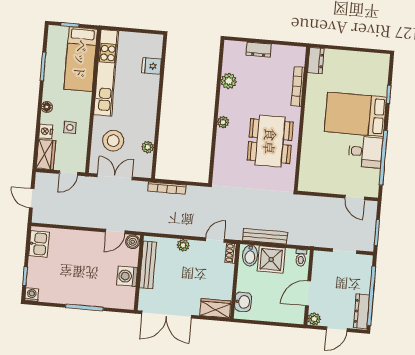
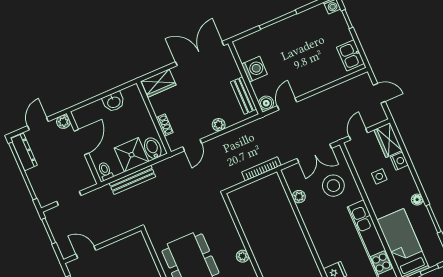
floor lamp: (47, 107) -> (417, 200), moved
bench: (265, 236) -> (132, 180), moved
shoe rack: (231, 253) -> (165, 125), moved
bench: (148, 265) -> (244, 96), width x0.73
washbasin: (243, 302) -> (114, 102), moved, turned -90

